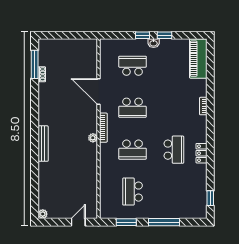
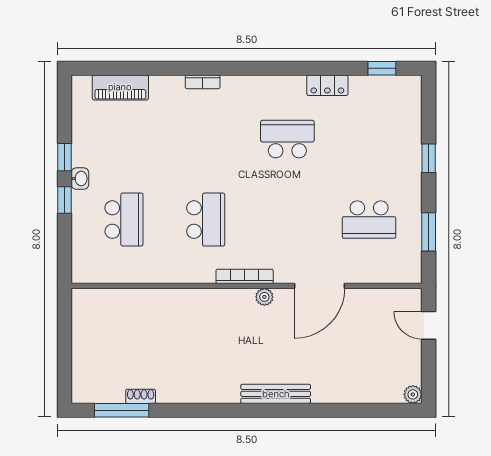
piano: (198, 59) -> (120, 87), width x0.73, depth x0.75
school desk: (133, 66) -> (124, 220), turned 180
door: (98, 91) -> (320, 286), moved
school desk: (133, 150) -> (287, 220), removed
locker: (201, 153) -> (327, 85), moved
window: (164, 222) -> (429, 158), width x0.46

